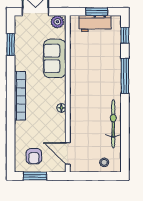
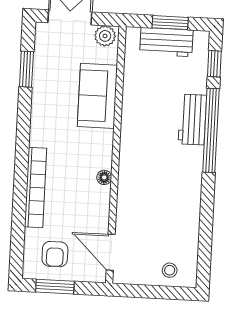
workbench: (113, 70) -> (192, 120), added
window: (125, 76) -> (211, 130), width x1.46
bookcase: (20, 96) -> (36, 187), moved
bicycle: (113, 124) -> (188, 208), removed

